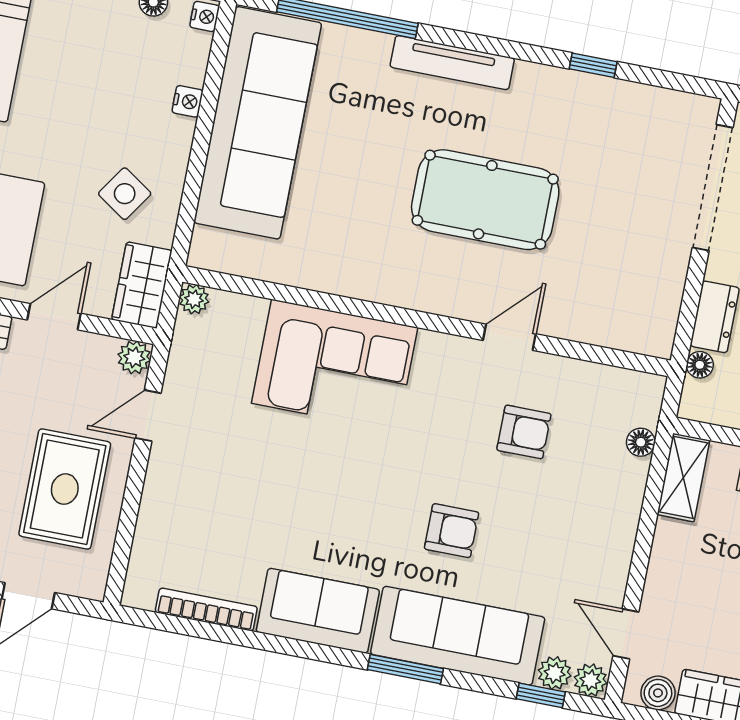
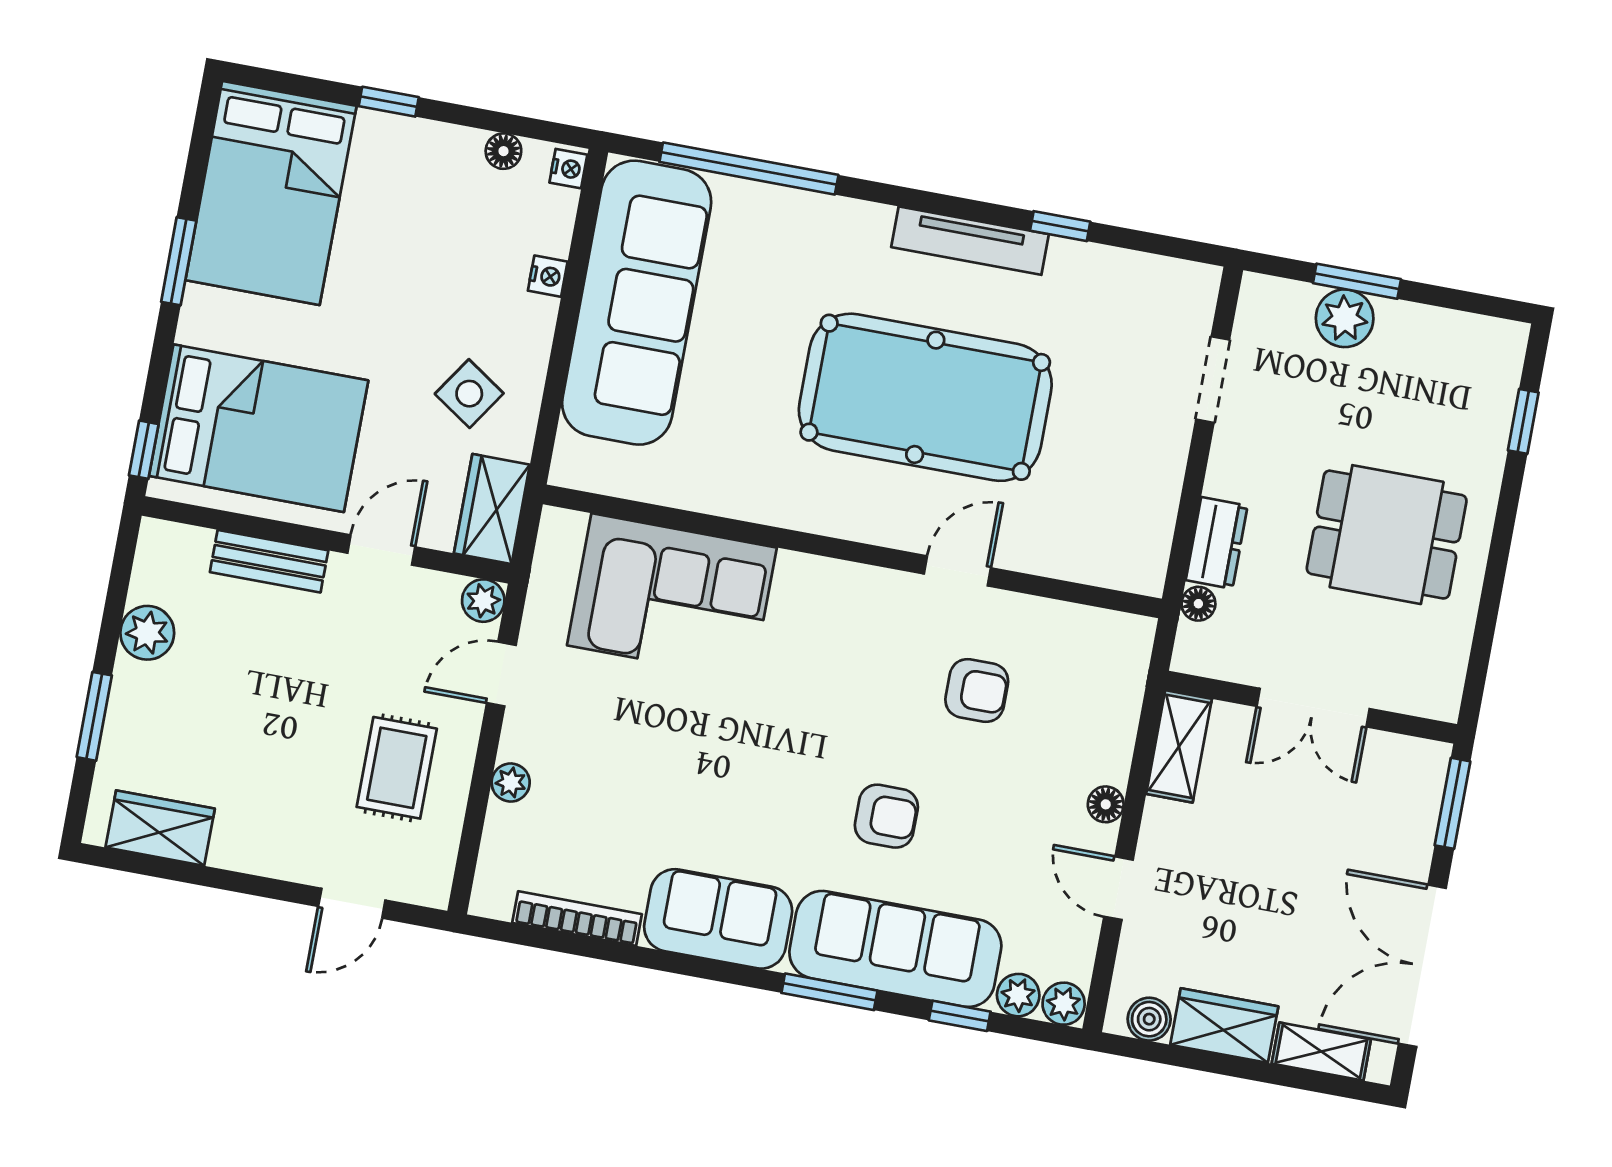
tv unit: (452, 63) -> (970, 241), moved
doorway: (713, 188) -> (1213, 380), width x0.53
pool table: (485, 200) -> (925, 397), width x1.36, depth x1.32
plant: (194, 299) -> (511, 783), moved
corner sofa: (335, 365) -> (672, 596), moved
floor lamp: (641, 442) -> (1106, 804), moved
rug: (65, 489) -> (397, 768), width x0.73, depth x0.70
door: (626, 634) -> (1118, 888), moved
window: (541, 695) -> (960, 1016), moved

